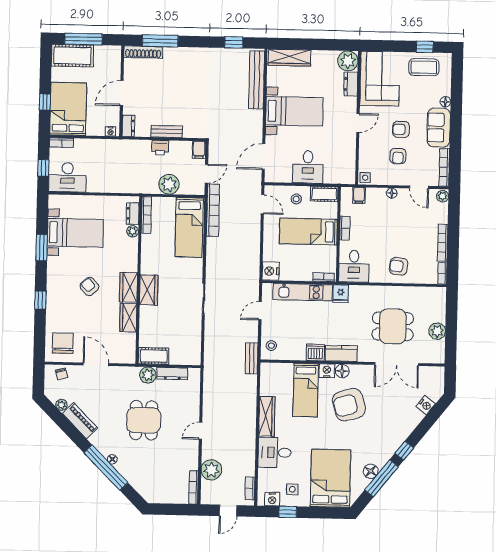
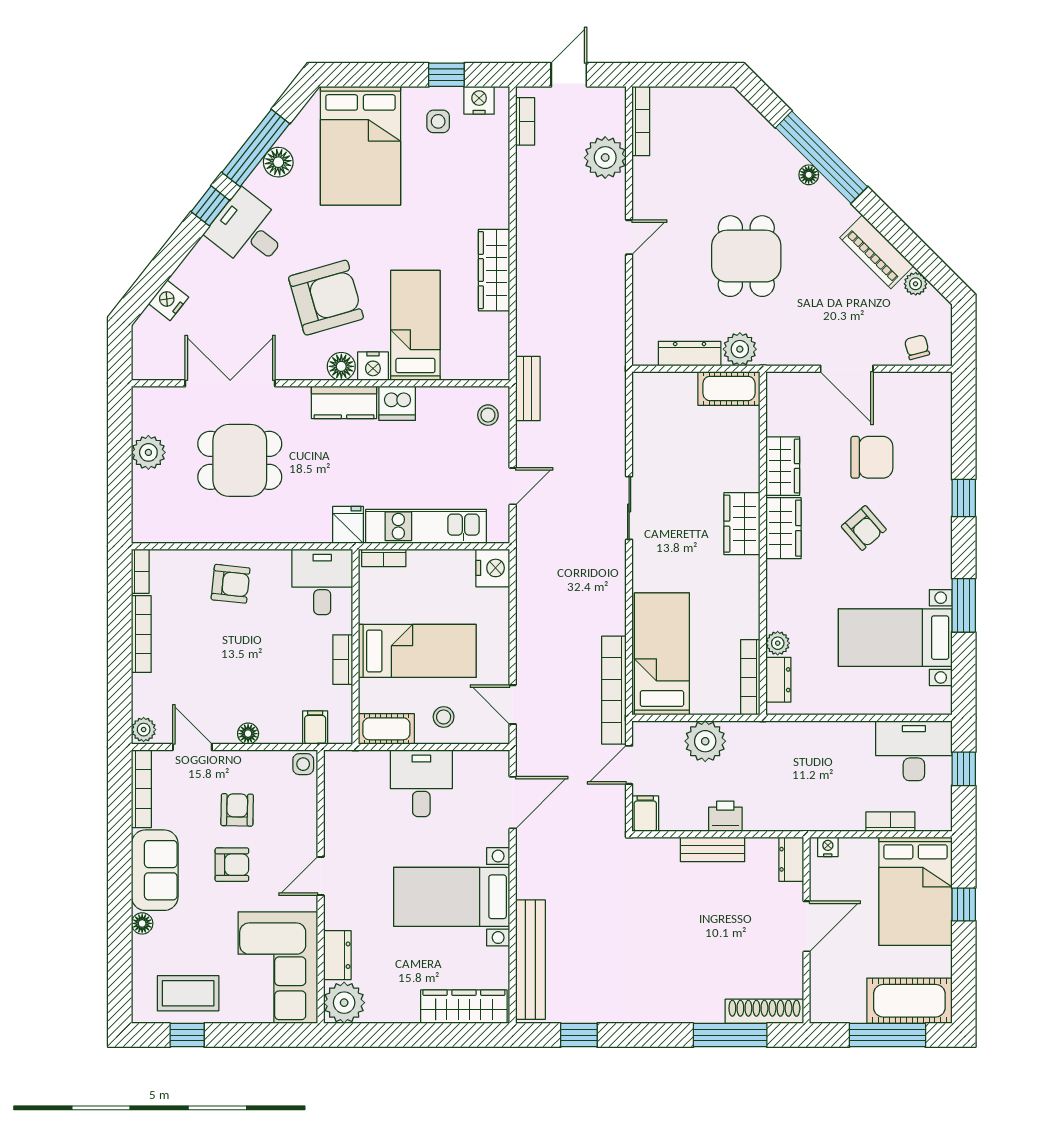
bookcase: (62, 143) -> (890, 822), moved
chair: (63, 343) -> (872, 457), moved, turned -90
desk: (275, 453) -> (248, 231), moved, turned -142

